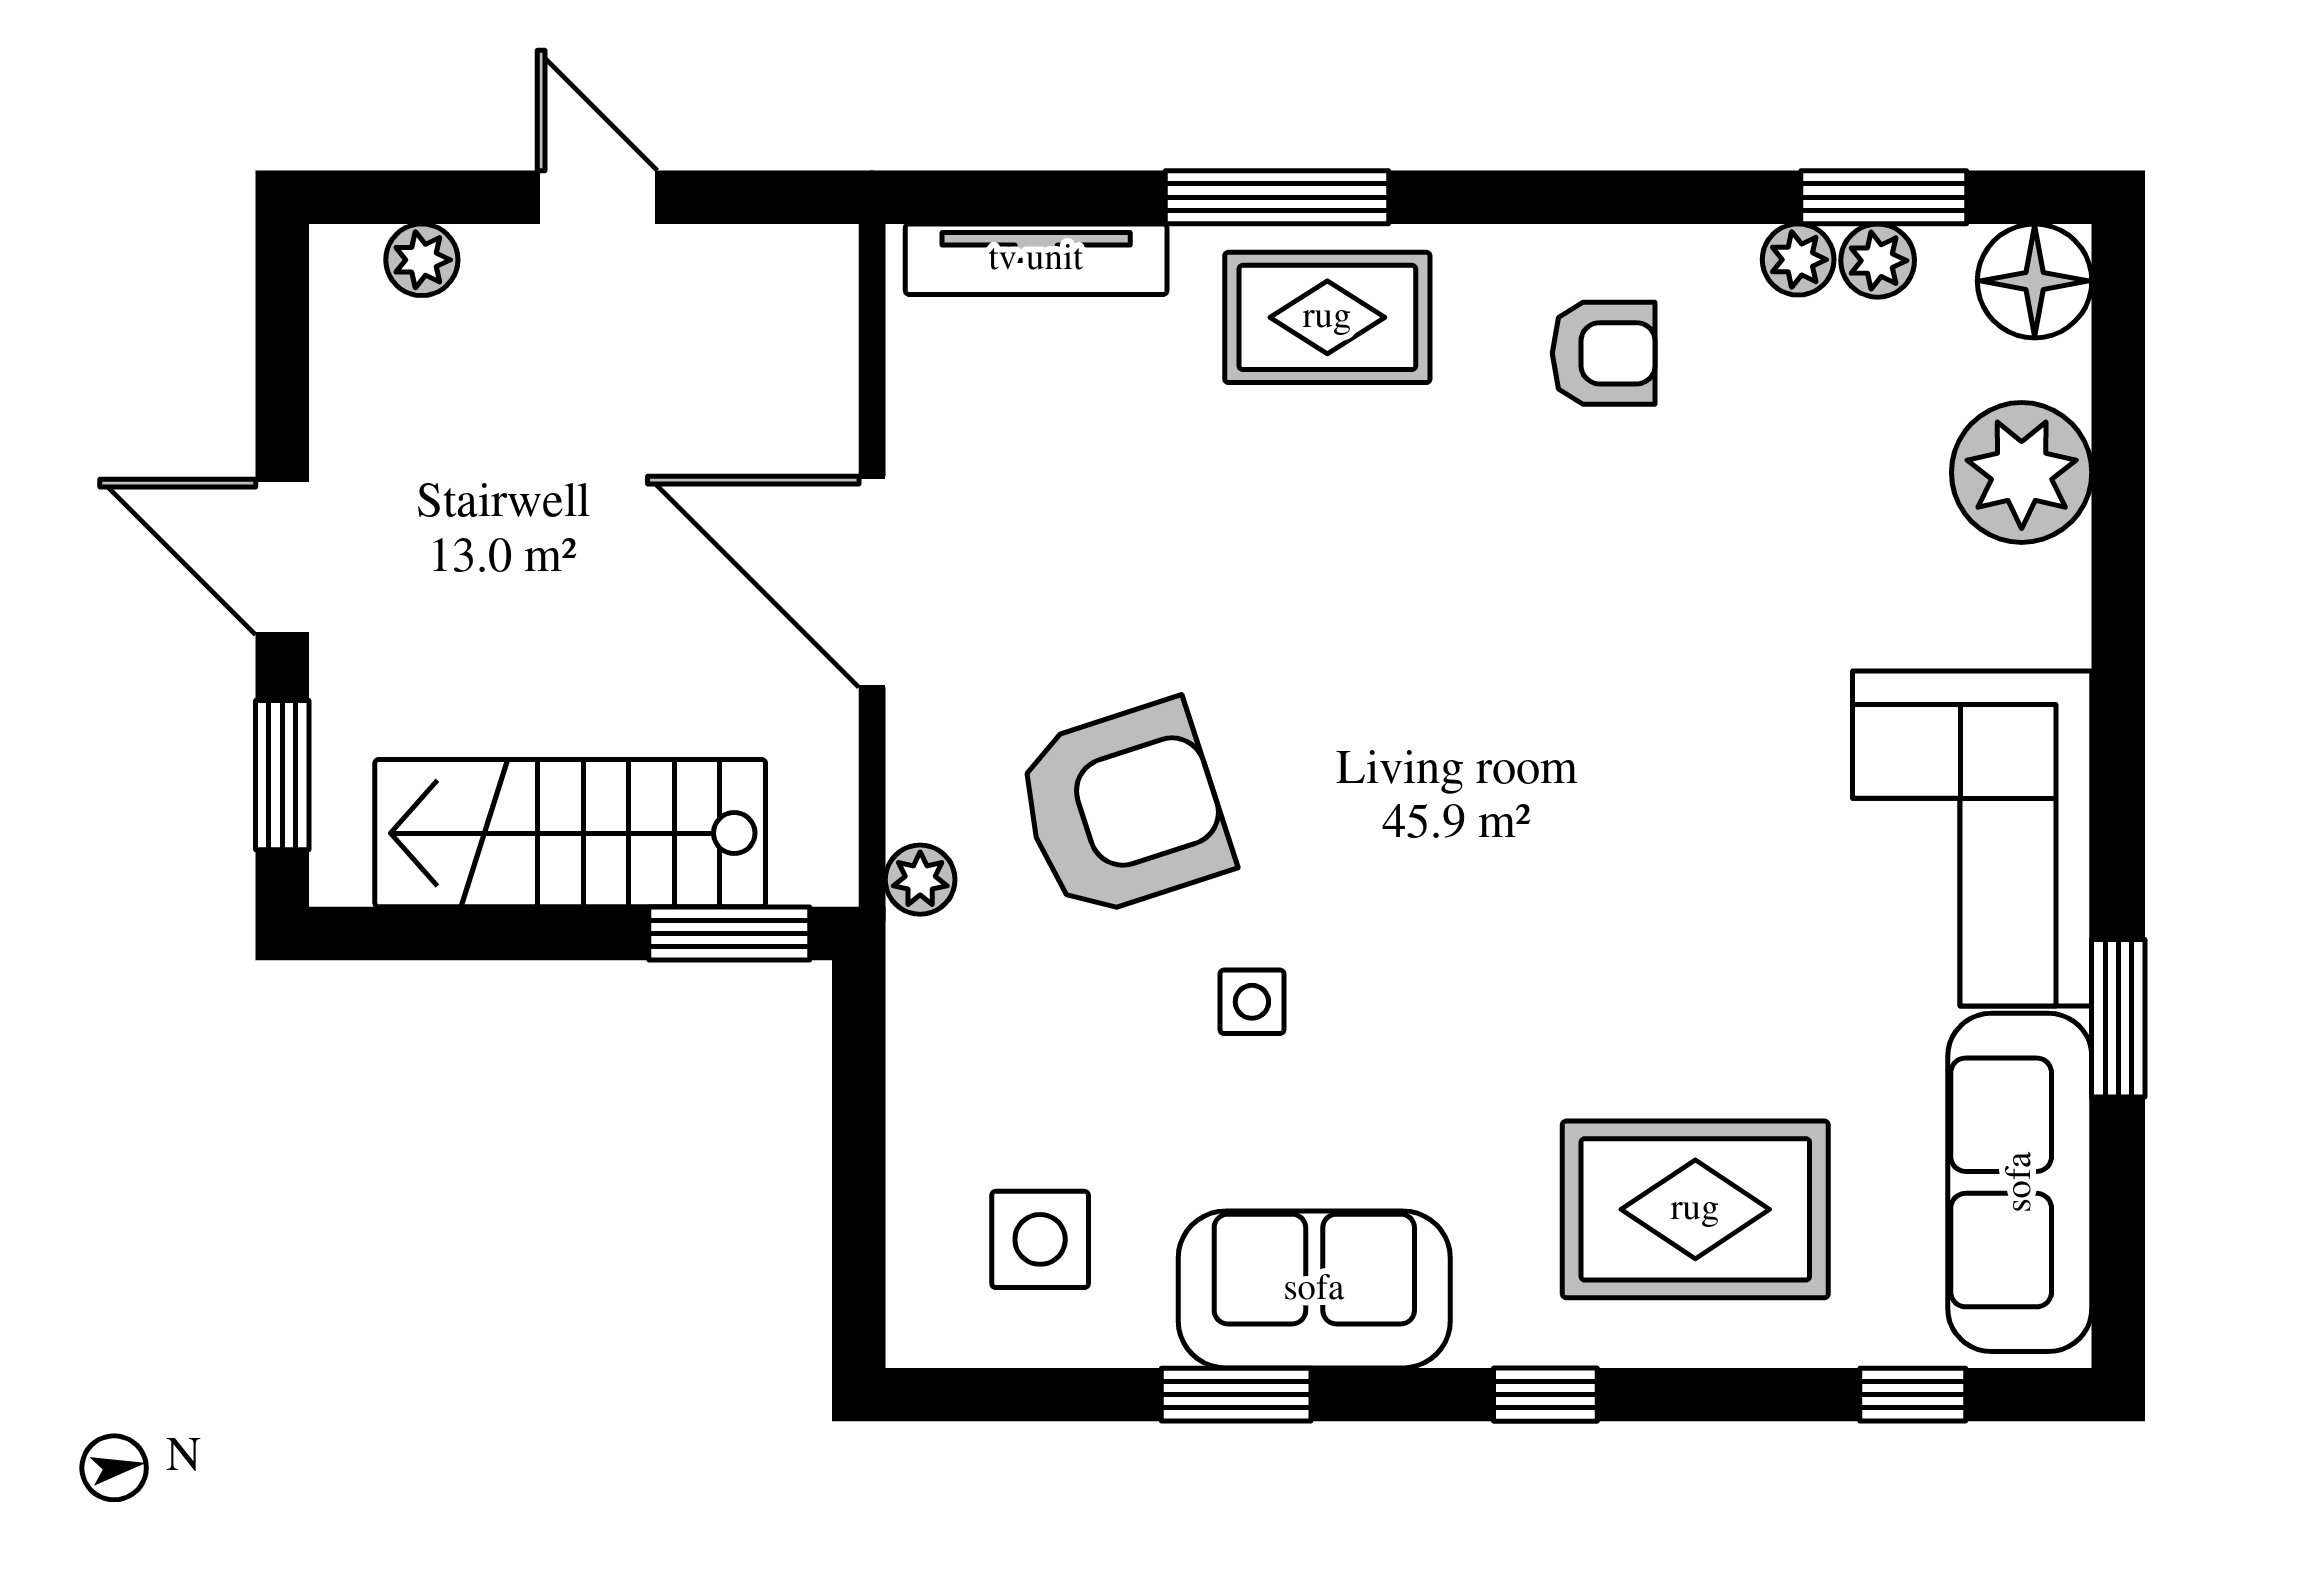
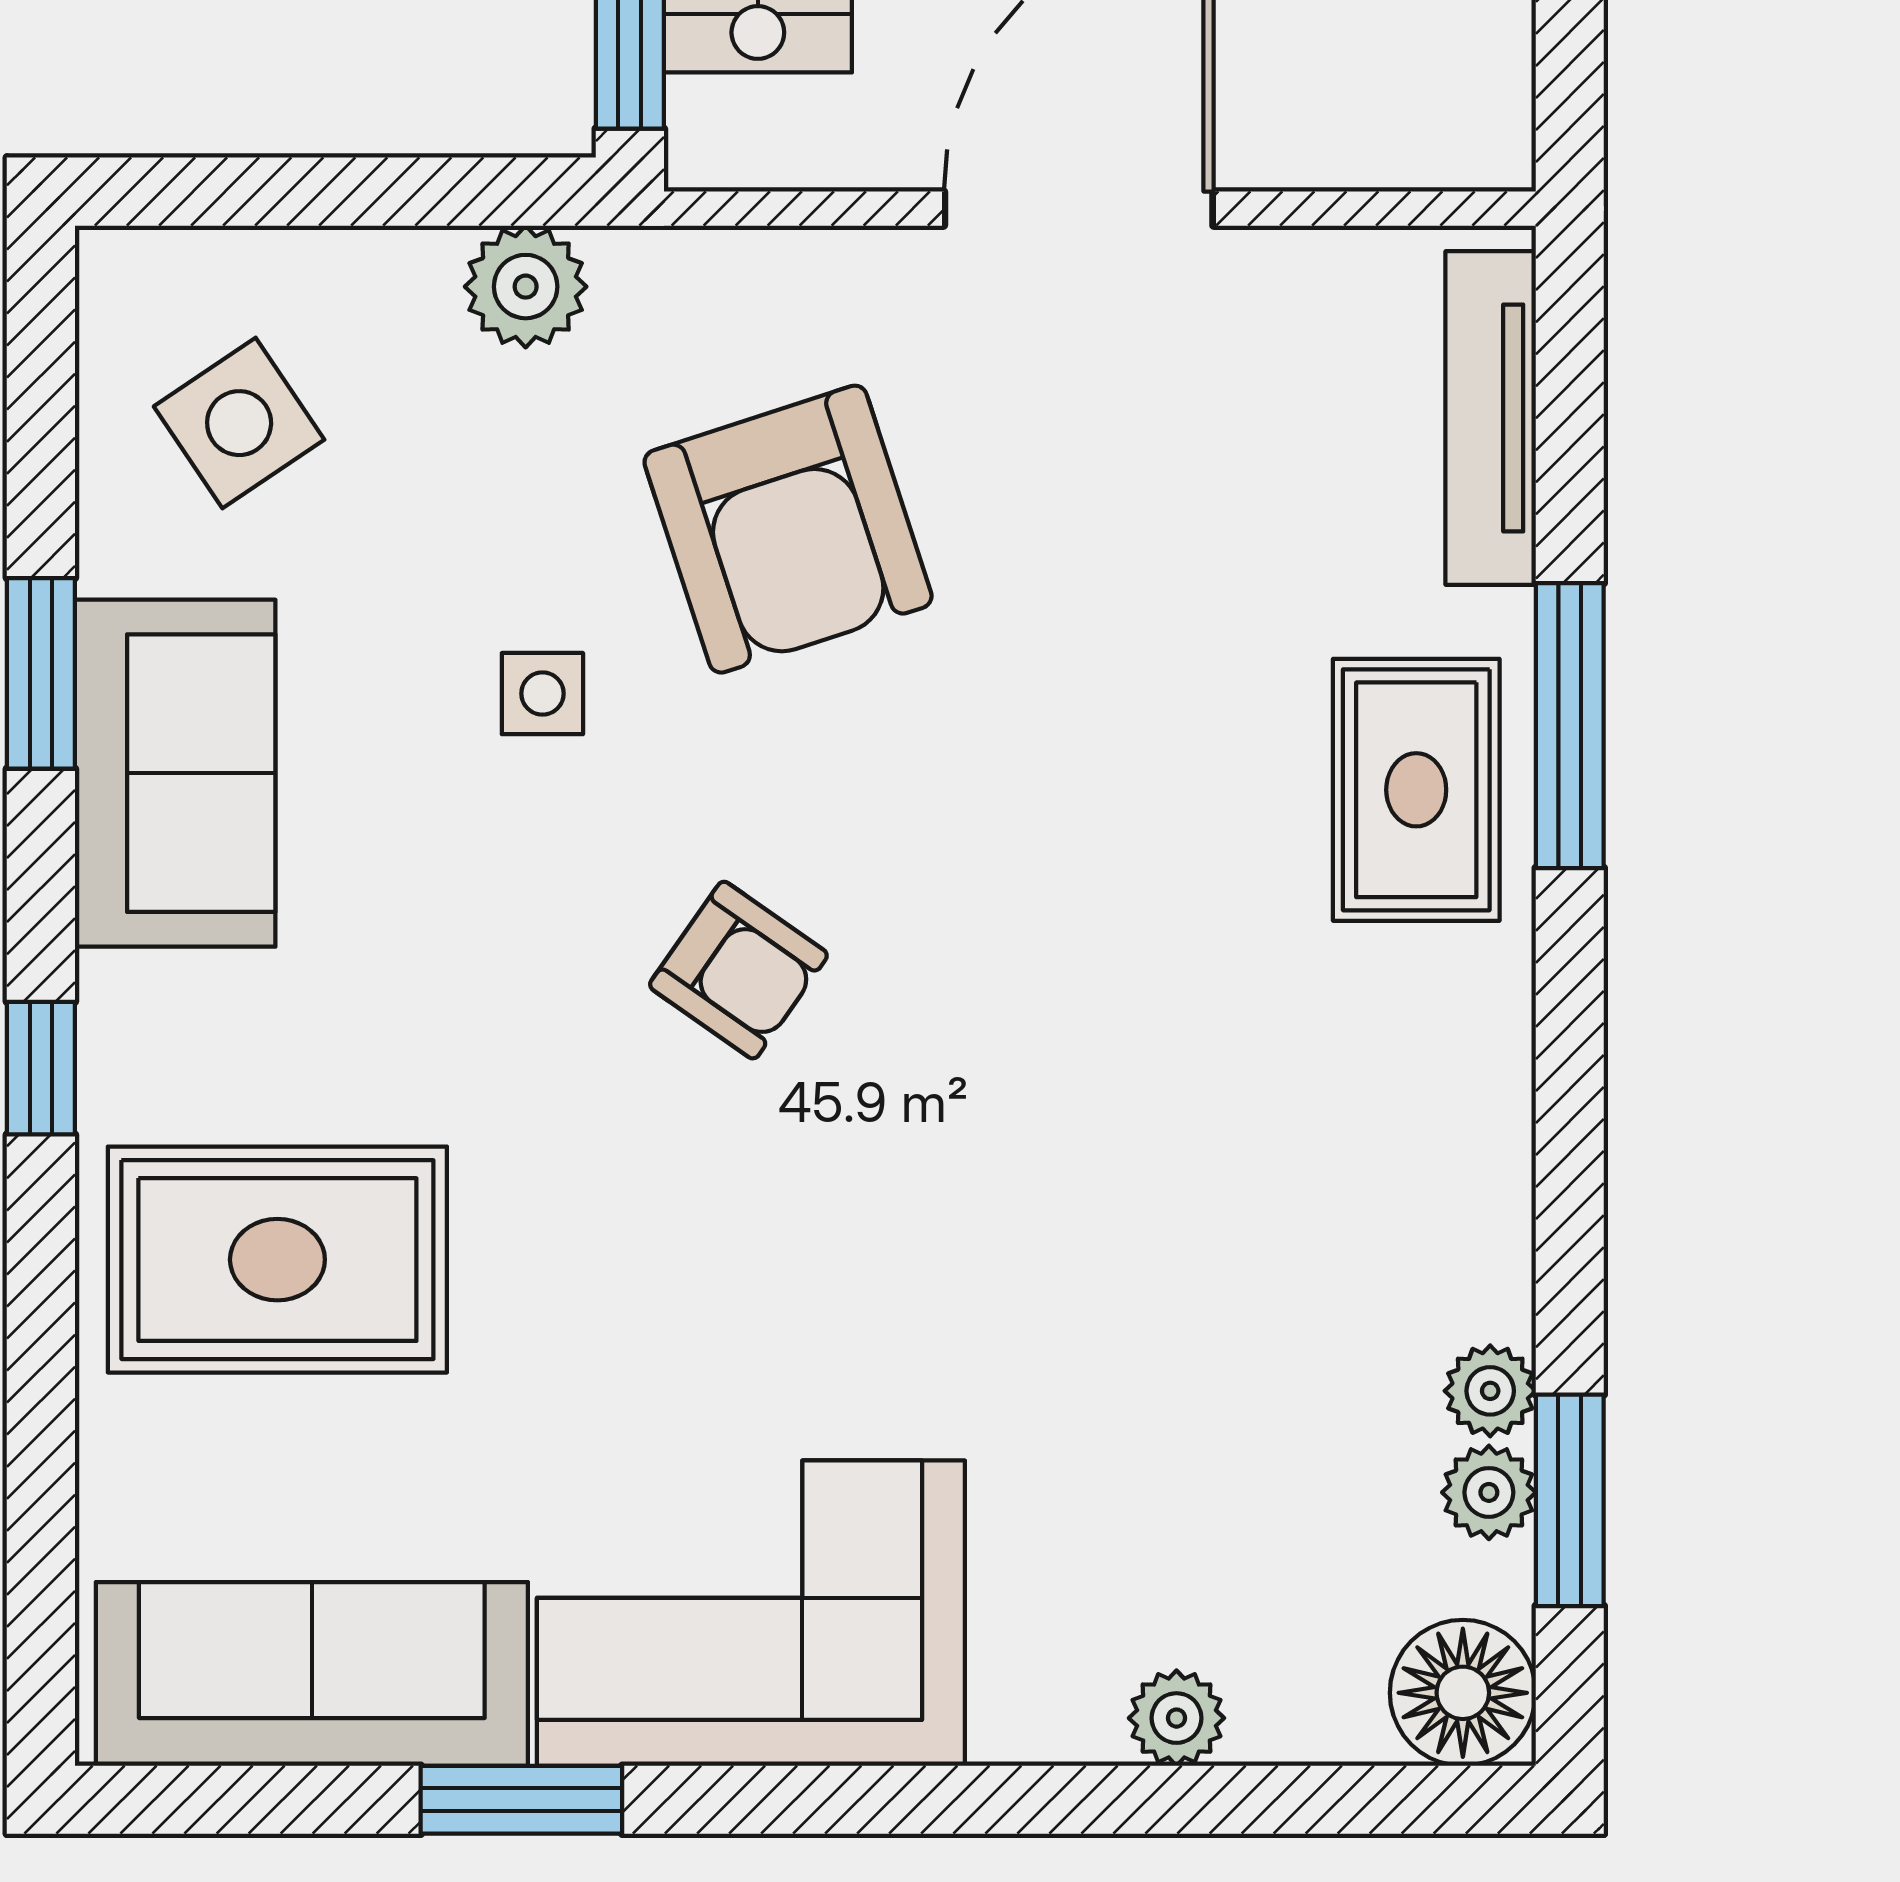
armchair: (1604, 353) -> (738, 970), moved, turned -55
plant: (2022, 472) -> (1176, 1718), width x0.53, depth x0.53
plant: (920, 880) -> (526, 287), moved, width x1.38, depth x1.38
rug: (1695, 1209) -> (277, 1260), turned 90
side table: (1040, 1239) -> (239, 423), turned -34
window: (1913, 1395) -> (41, 1537), removed

